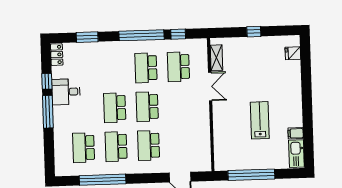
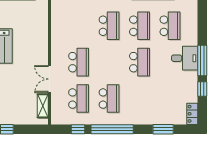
desk: (66, 92) -> (185, 58), moved
school desk: (147, 107) -> (79, 62), moved

